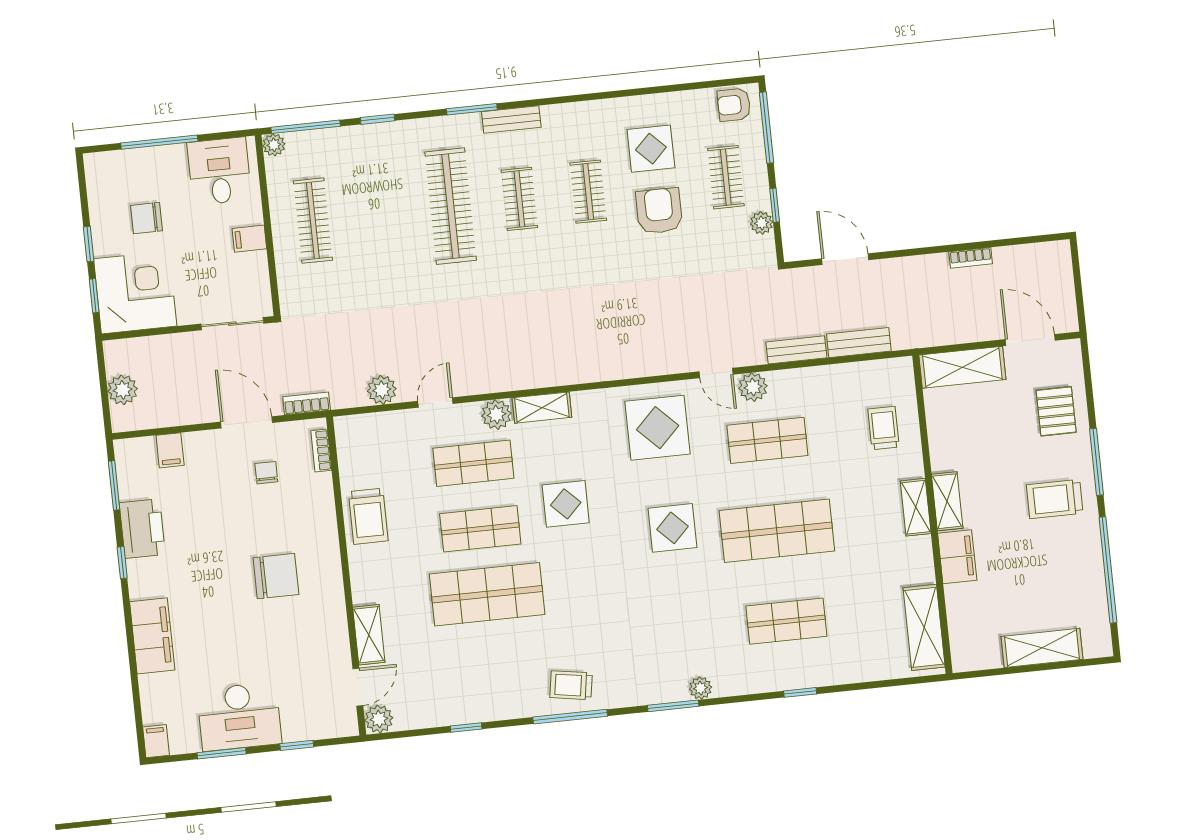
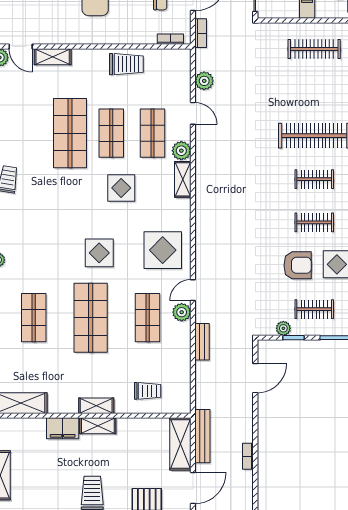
bench: (859, 343) -> (202, 436), moved, width x1.36
trolley: (368, 516) -> (126, 64), turned 180

